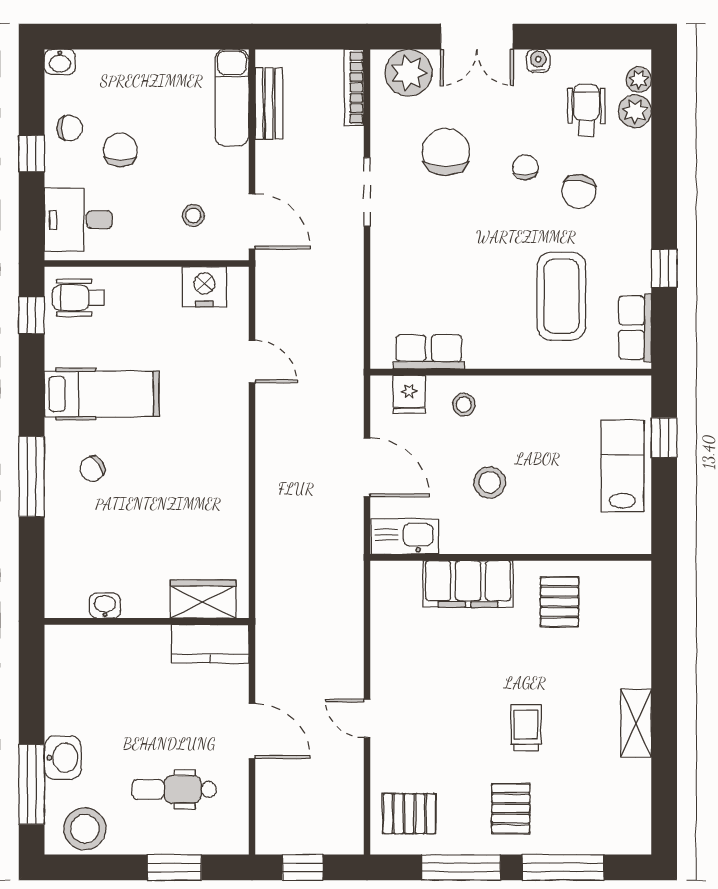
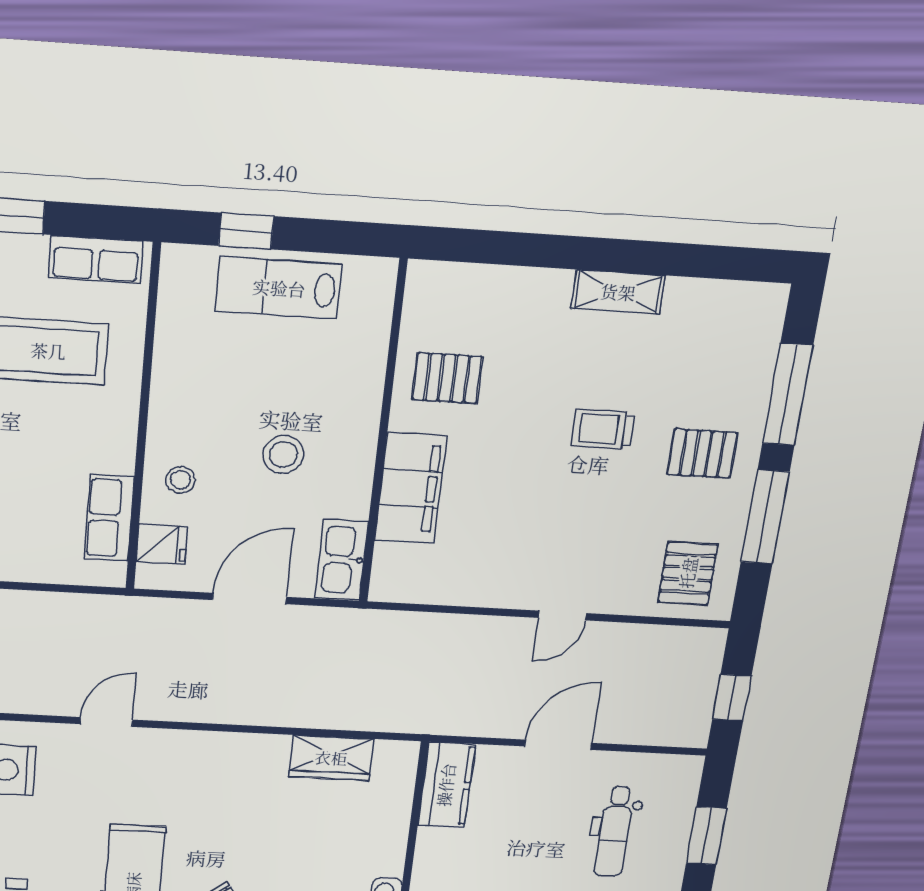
wardrobe: (203, 599) -> (331, 758), moved, turned -90

